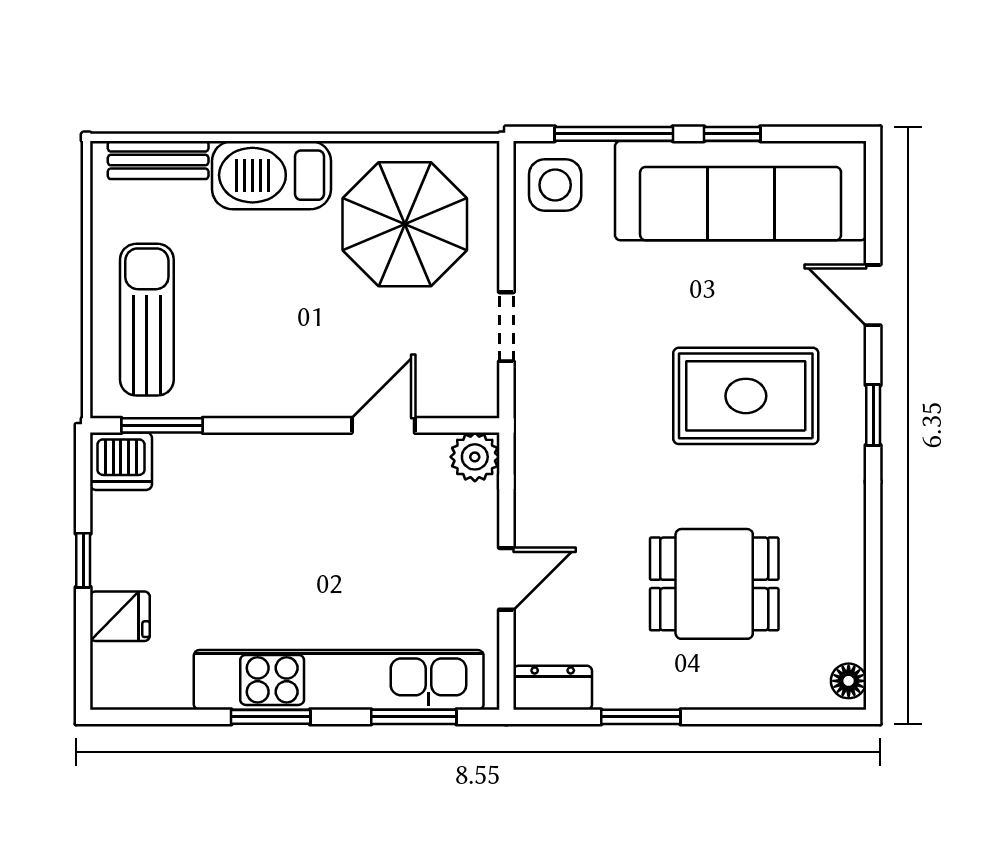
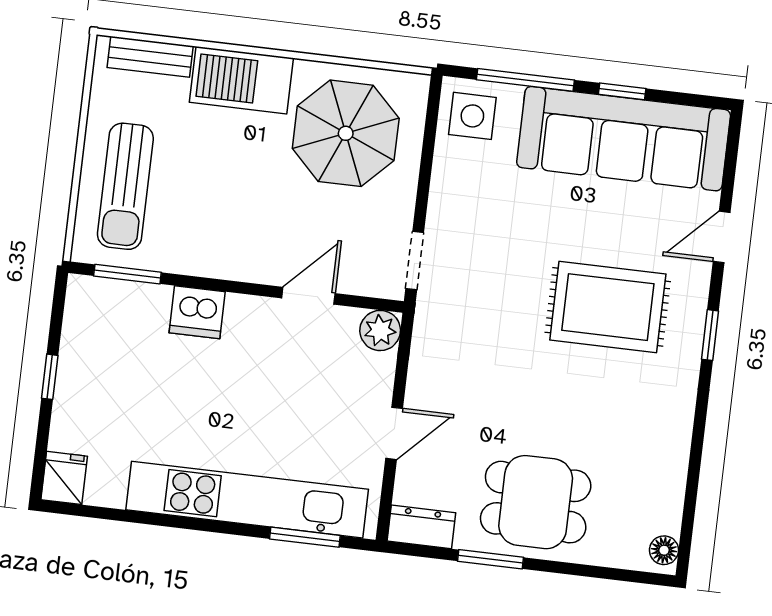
door: (873, 295) -> (722, 237), hinge flipped
sun lounger: (147, 320) -> (125, 186), turned 180
doorway: (506, 327) -> (415, 261), moved
dishwasher: (121, 461) -> (197, 312), moved
dining table: (714, 584) -> (536, 502), moved
fridge: (120, 616) -> (64, 478), moved, turned -90
window: (271, 717) -> (188, 523), removed

